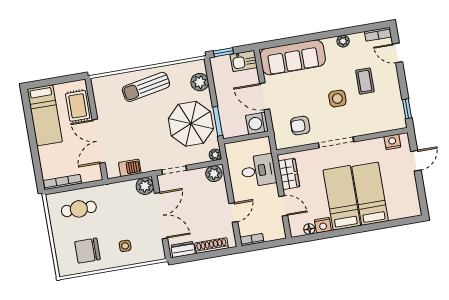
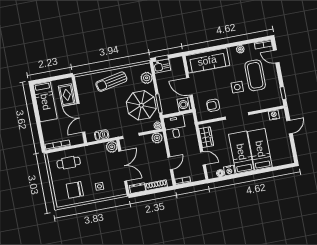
kitchen sink: (244, 61) -> (162, 66), moved
coffee table: (365, 81) -> (255, 75), width x1.86, depth x1.72
desk: (258, 171) -> (175, 127), moved, turned -90

